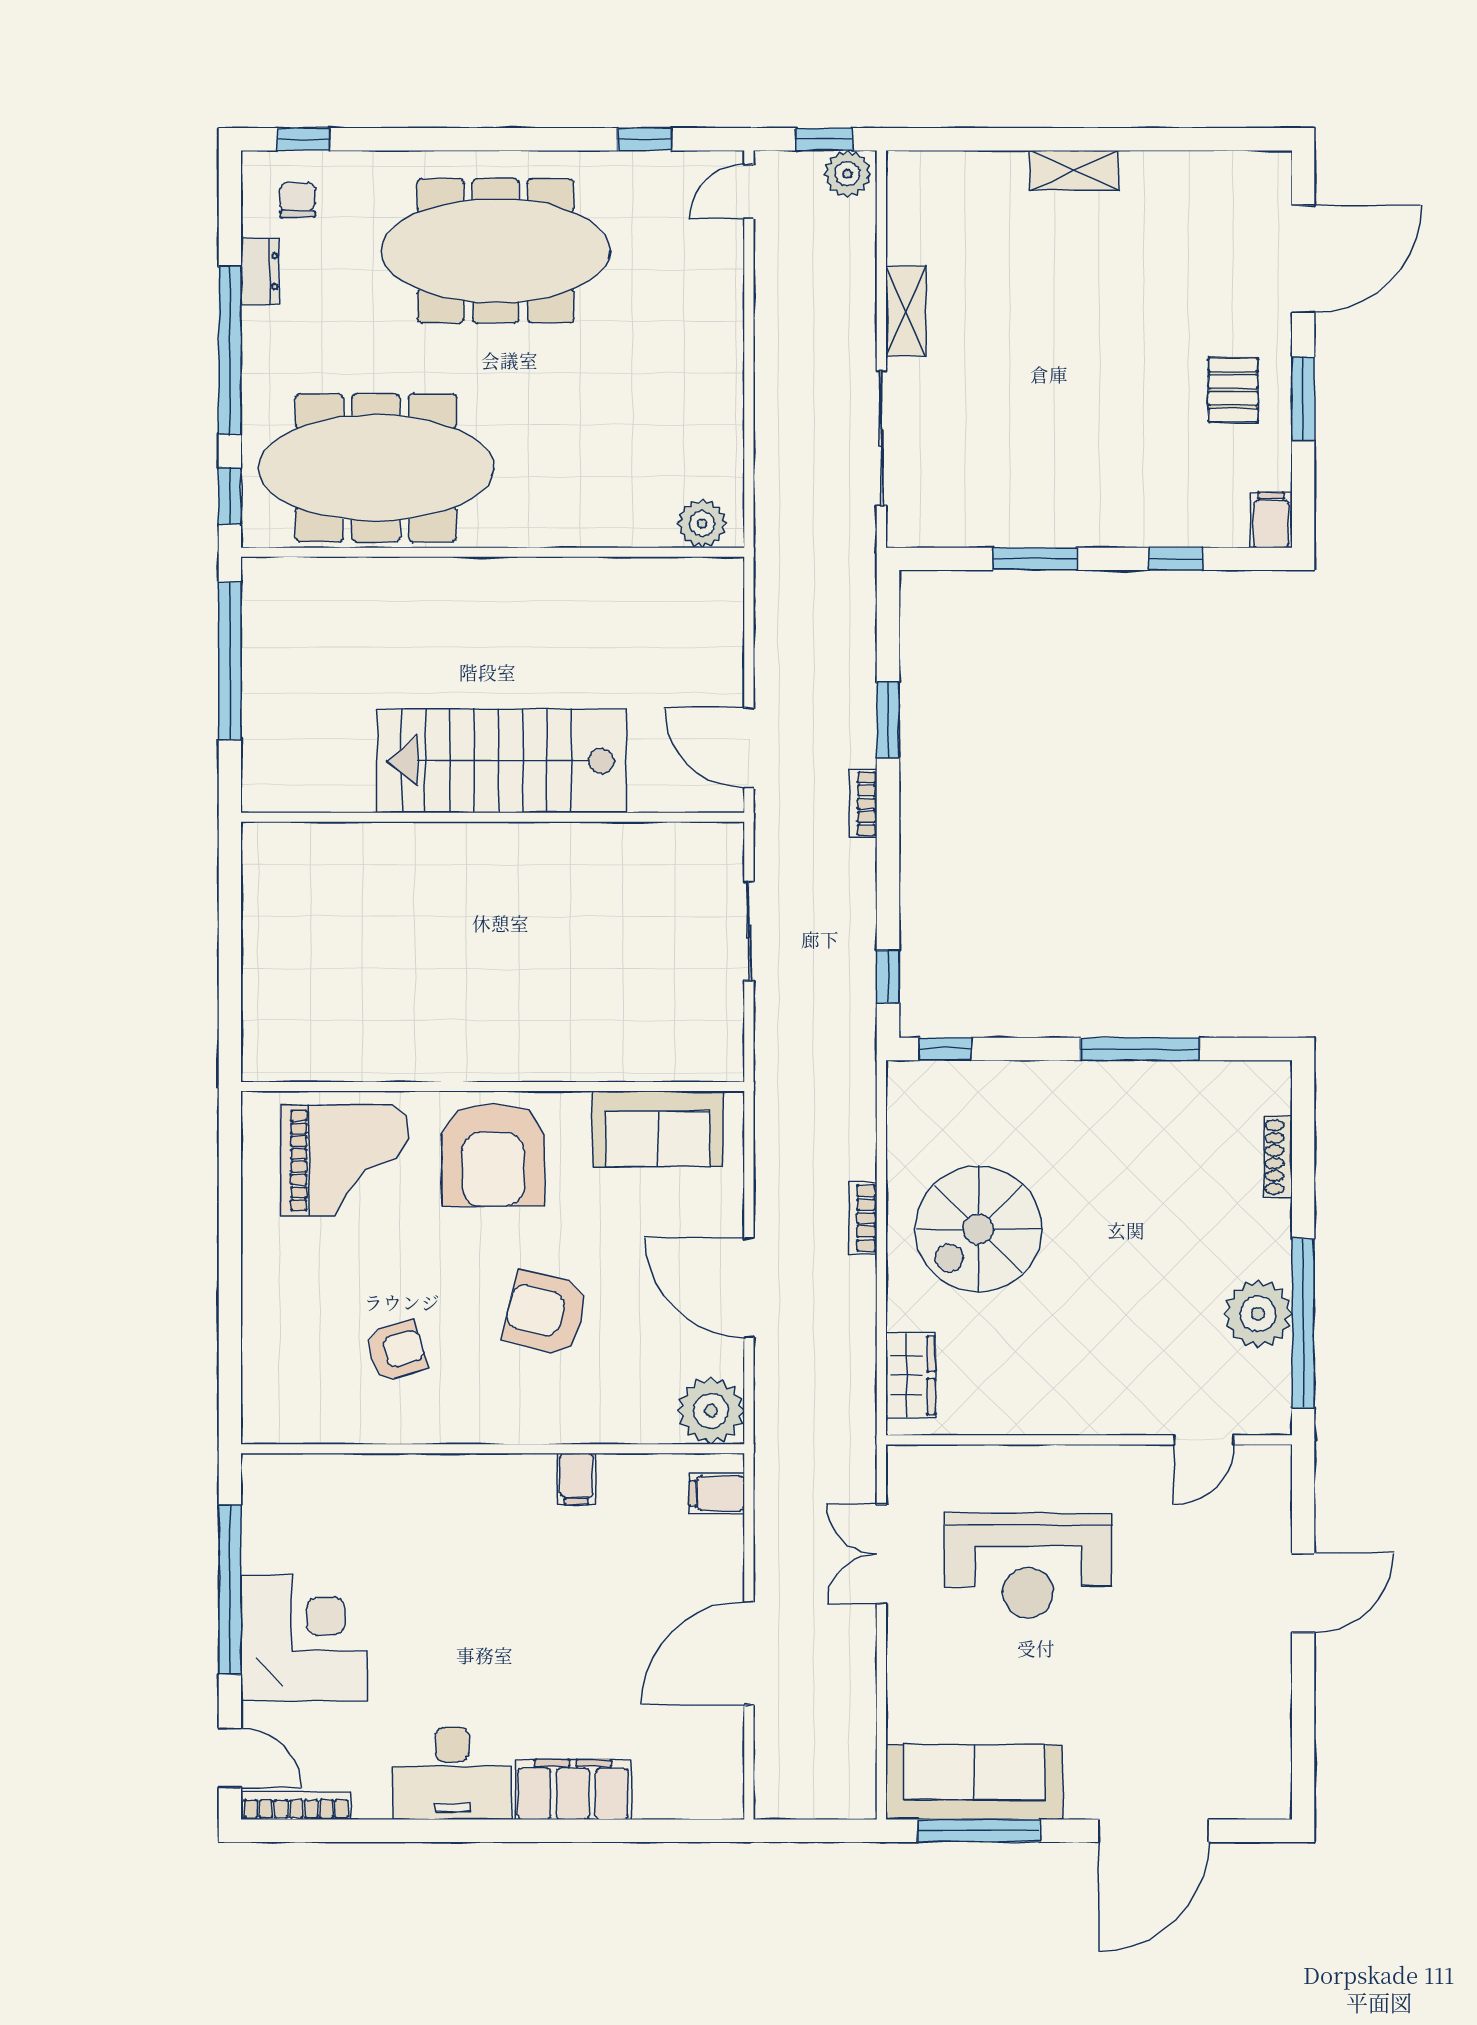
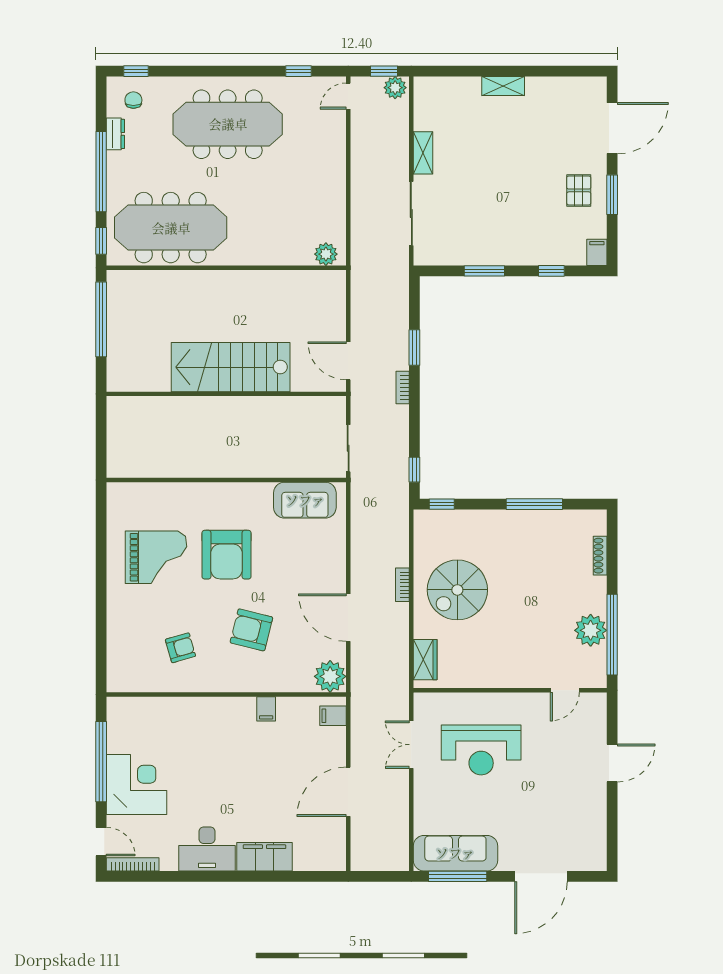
wall: (493, 1087) -> (226, 480), moved
sofa: (658, 1129) -> (305, 500), moved

